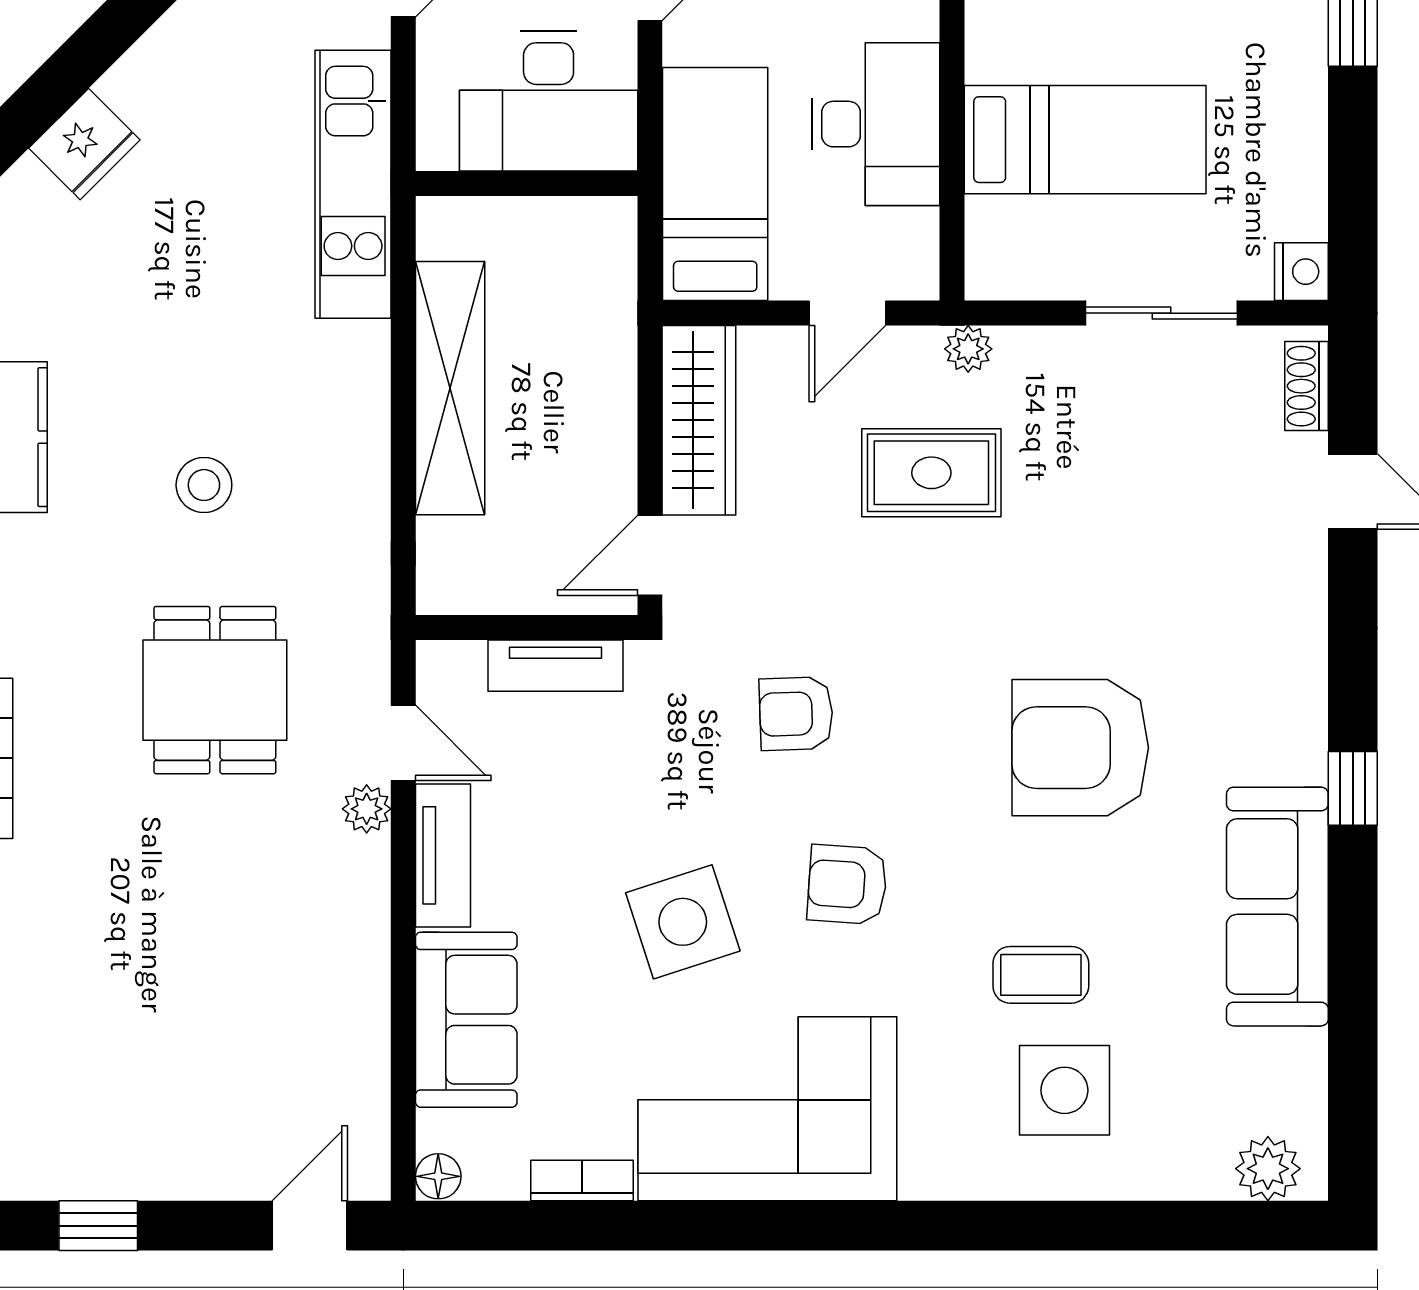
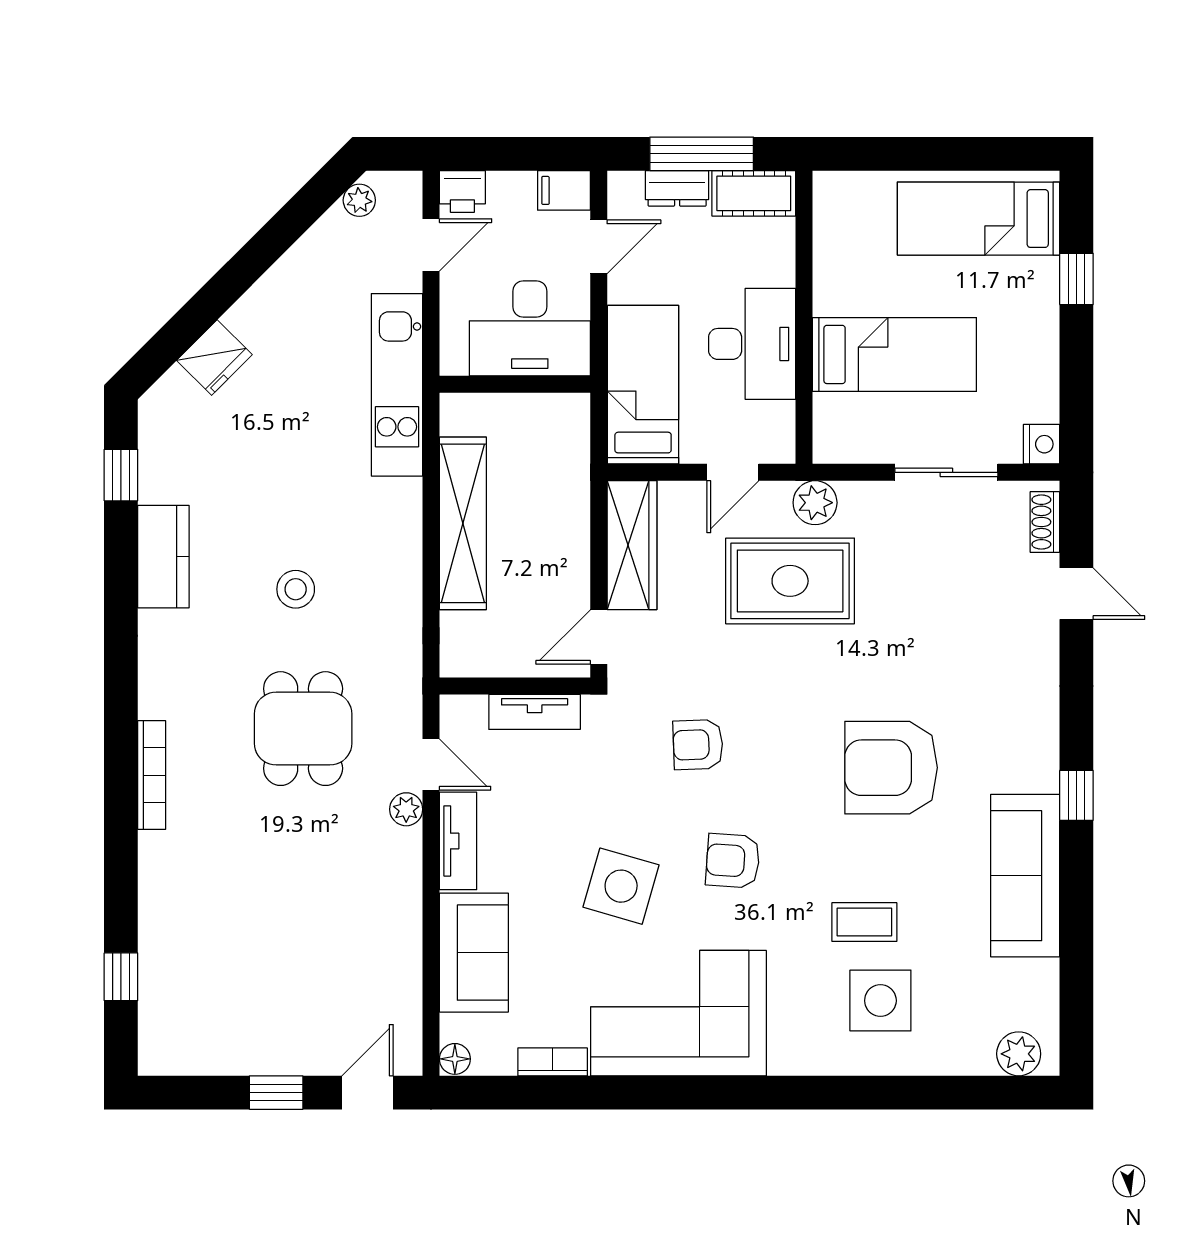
plant: (968, 349) -> (815, 503), width x1.38, depth x1.38
rug: (931, 473) -> (790, 581), width x1.36, depth x1.43
side table: (683, 922) -> (621, 886), turned 34
window: (98, 1226) -> (276, 1093), moved

